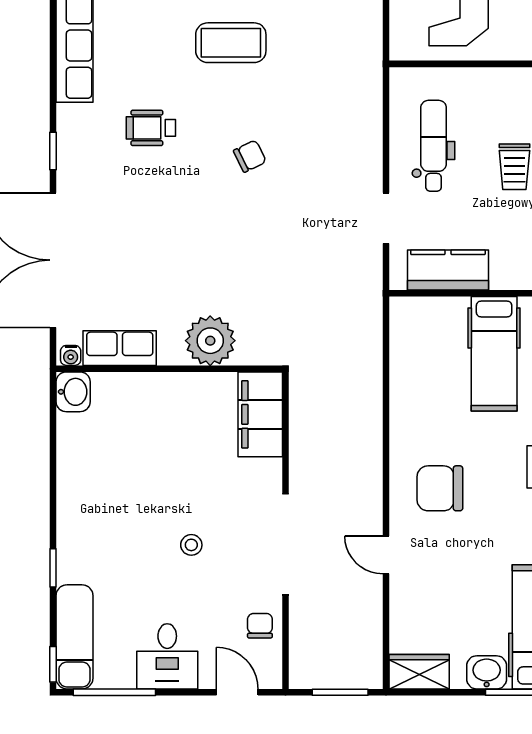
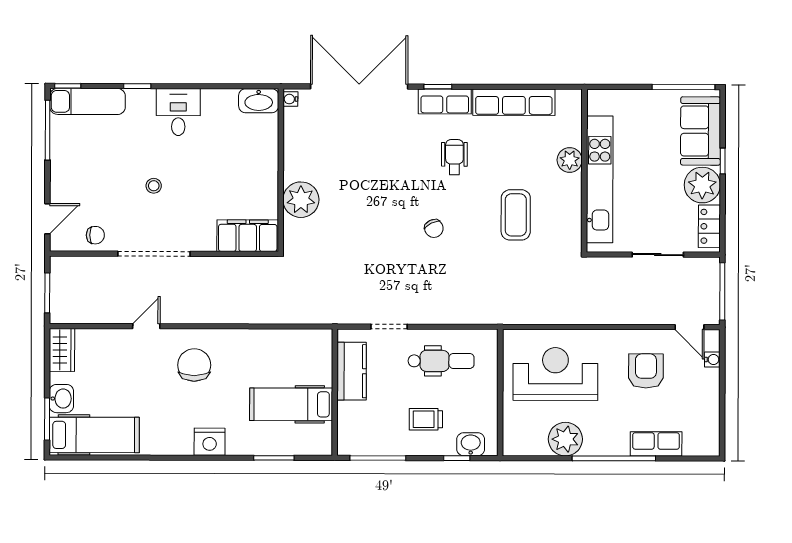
row of seats: (120, 348) -> (445, 101), moved, turned 90
washbasin: (73, 392) -> (259, 101), width x1.38
desk: (167, 656) -> (178, 112), moved, turned 90

